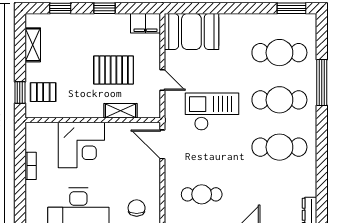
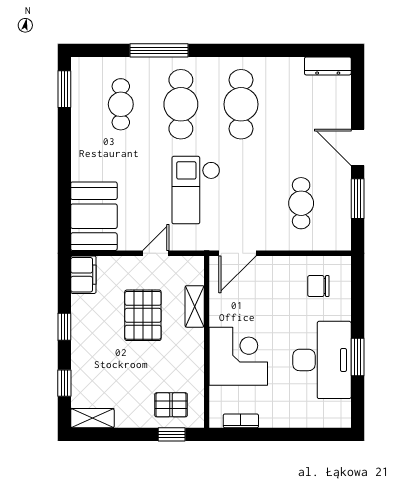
shelving: (33, 45) -> (92, 418), moved
cafe table: (279, 53) -> (121, 104), width x0.73, depth x0.74
pallet: (43, 92) -> (171, 405), turned 90
bookcase: (31, 166) -> (241, 421), moved

